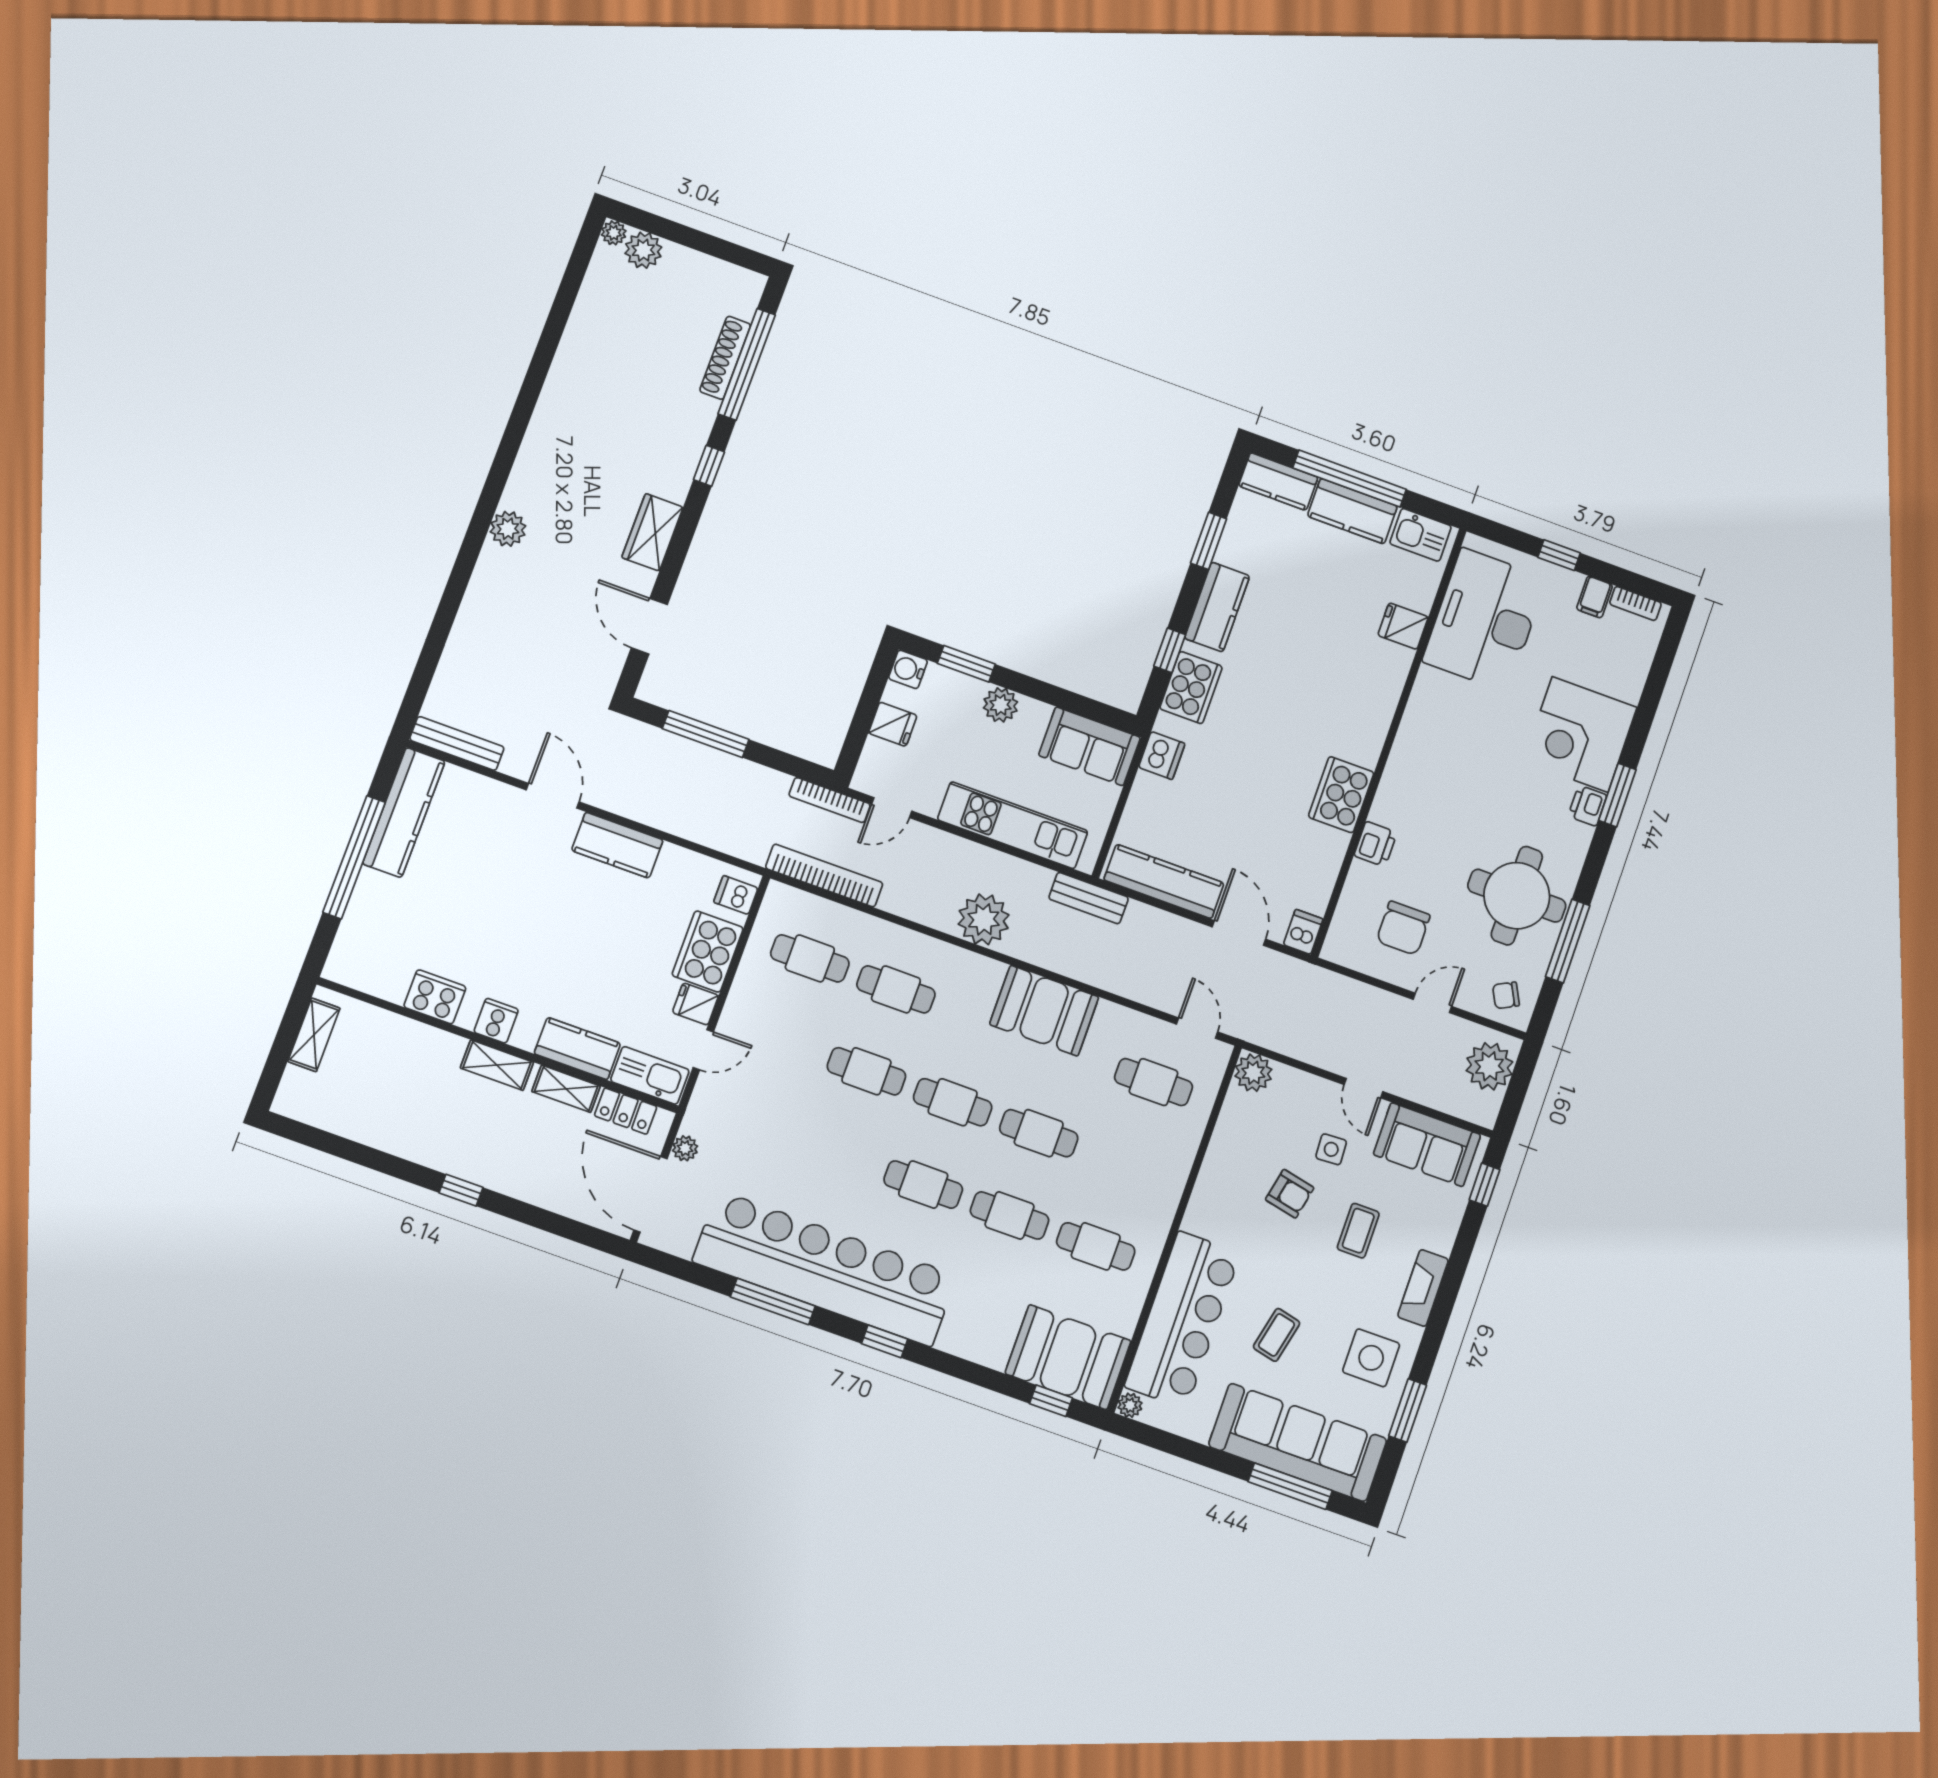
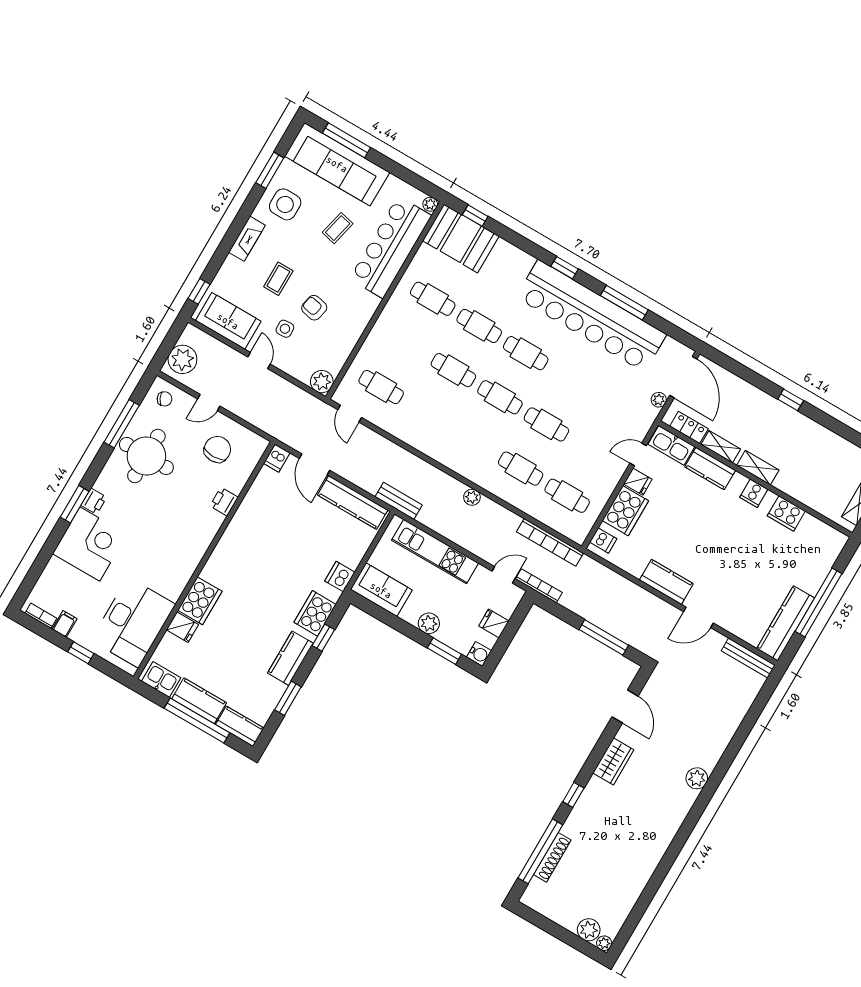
cooker: (1341, 795) -> (200, 601), moved
door: (553, 796) -> (698, 617), hinge flipped
plant: (984, 919) -> (472, 497), width x0.53, depth x0.53
booth: (1044, 1011) -> (437, 440), removed

